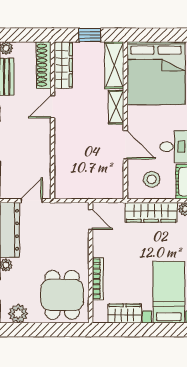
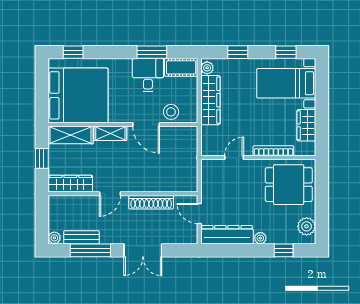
shoe rack: (44, 65) -> (151, 202), moved
door: (53, 107) -> (110, 194), hinge flipped
door: (125, 145) -> (146, 124), swing flipped
stool: (152, 179) -> (171, 112), moved
door: (91, 219) -> (234, 158), moved

